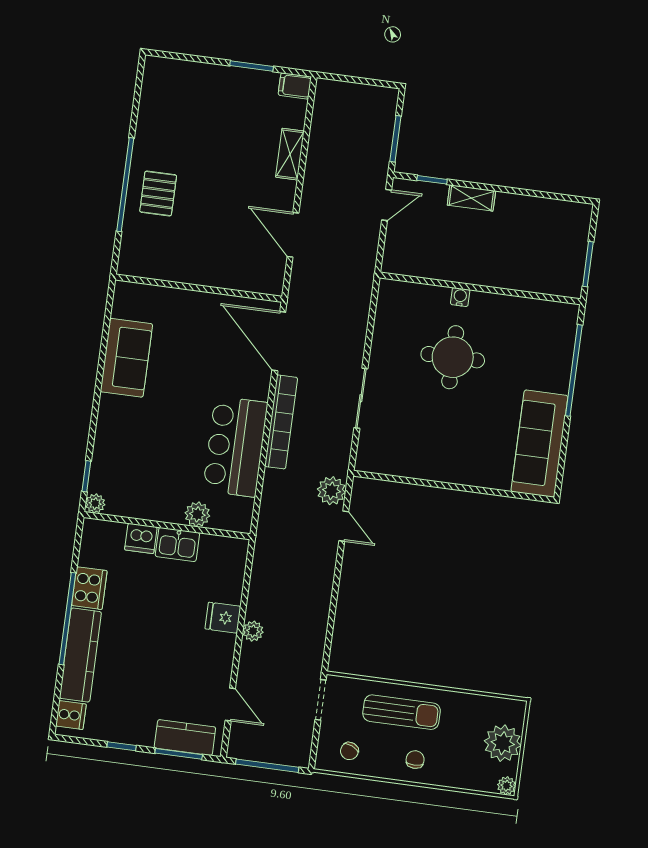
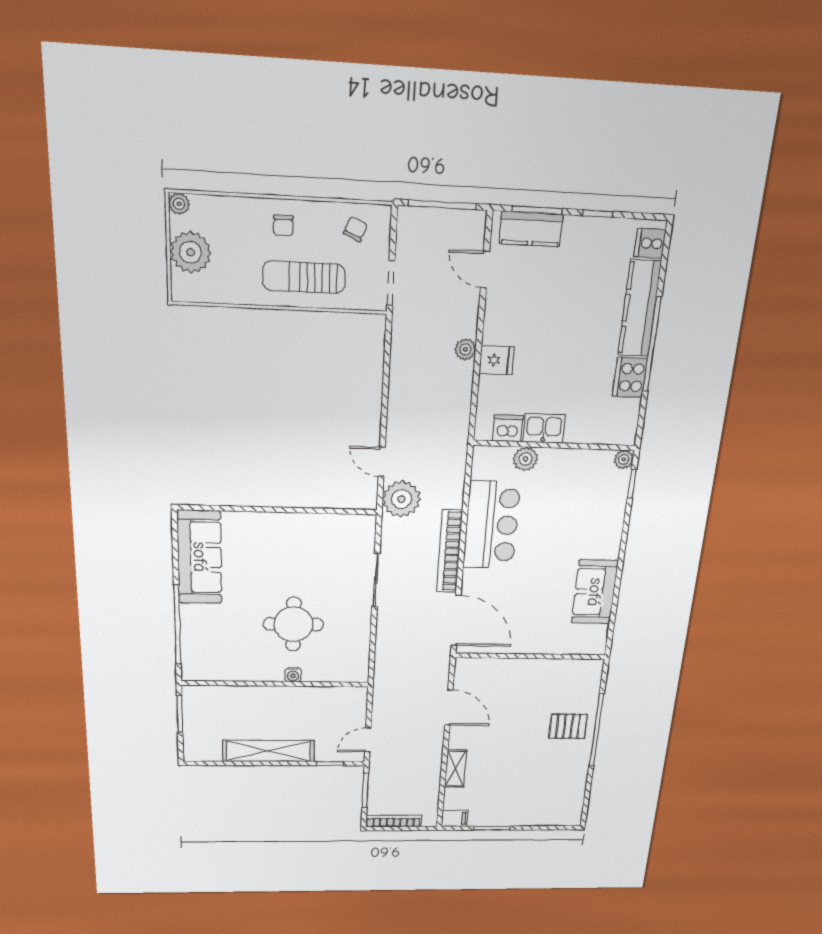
bookcase: (366, 92) -> (394, 821), added
pallet: (158, 193) -> (568, 726), turned 90
shelving: (471, 198) -> (269, 751), width x2.20, depth x1.33
plant: (331, 491) -> (402, 499), width x1.36, depth x1.36
dishwasher: (141, 538) -> (508, 428), moved

